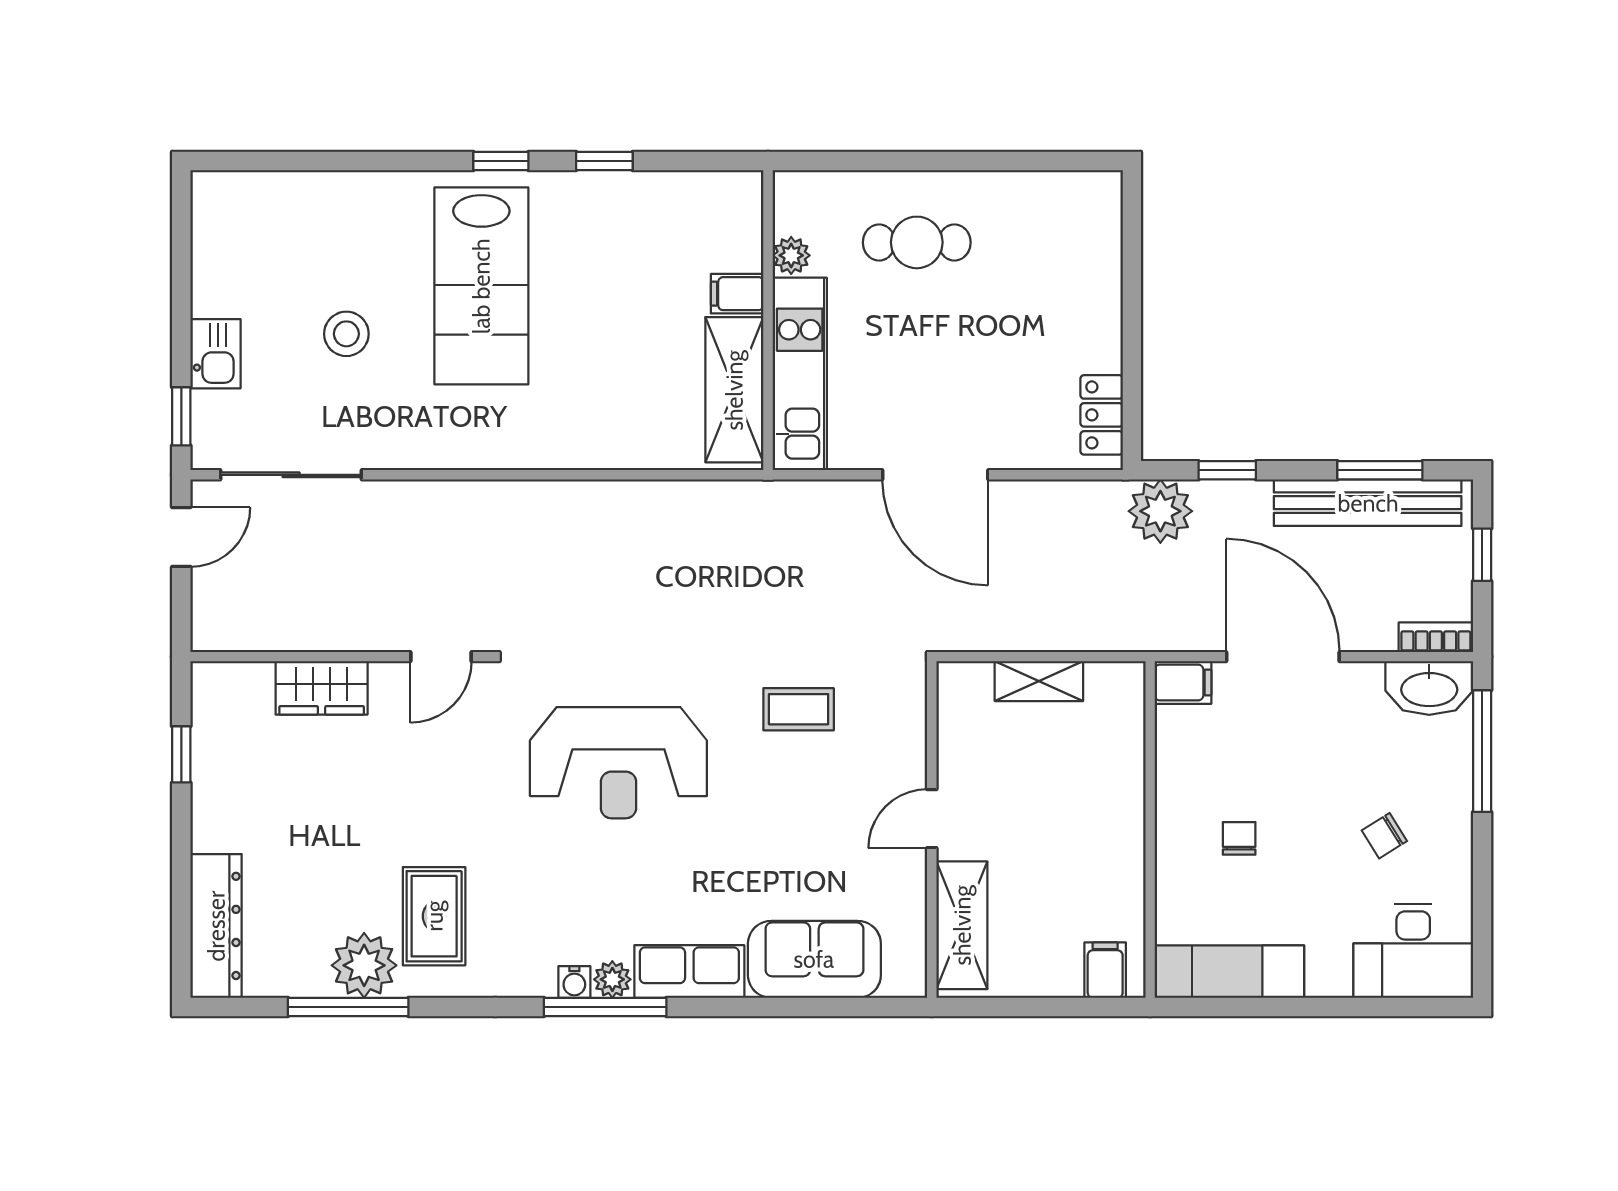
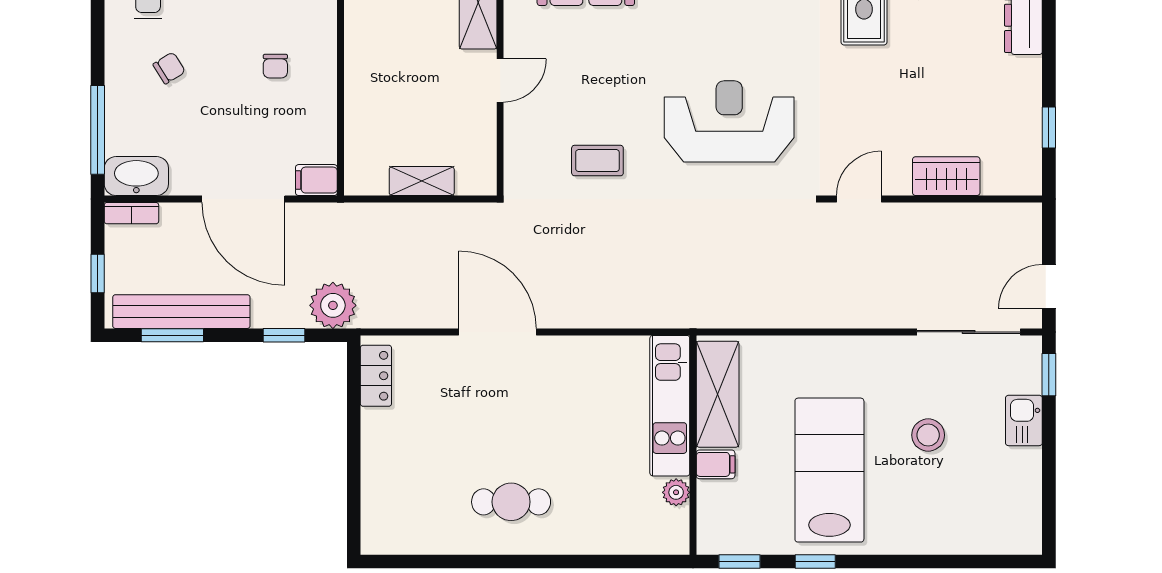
plant: (791, 255) -> (676, 492), moved
filing cabinet: (737, 294) -> (716, 464), moved
wall: (768, 320) -> (693, 445), moved
kitchen unit: (800, 374) -> (670, 406), moved
shelving: (734, 390) -> (718, 394), moved

